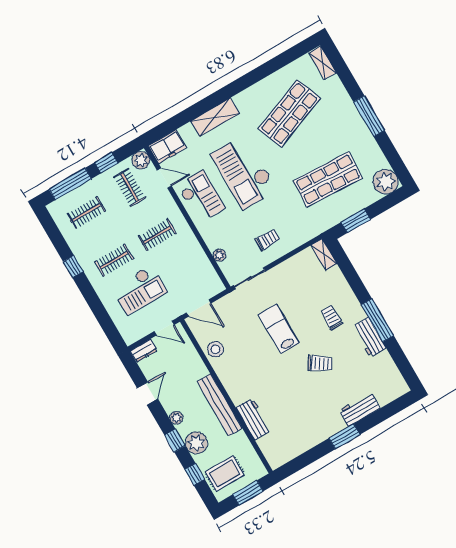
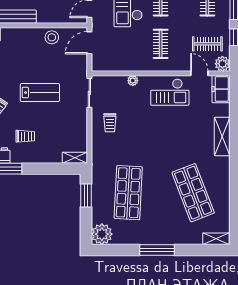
checkout: (244, 172) -> (170, 134), removed
door: (164, 178) -> (199, 73), swing flipped
plant: (219, 255) -> (133, 81), moved

